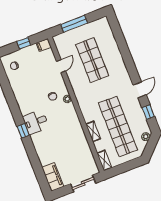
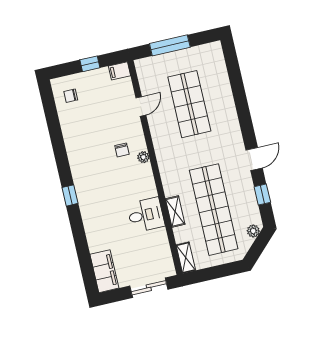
desk: (36, 122) -> (146, 215), moved, turned 180

